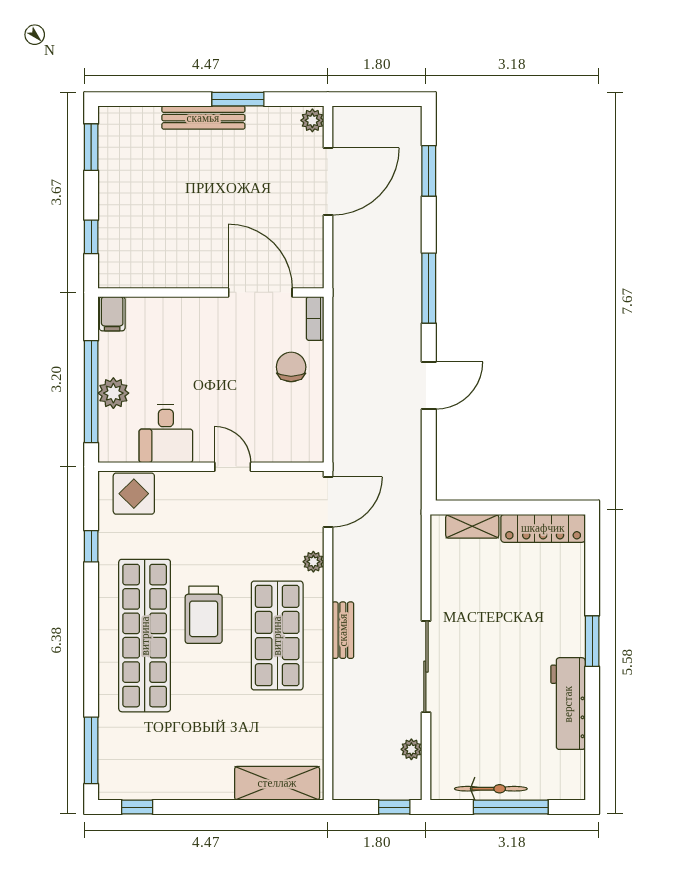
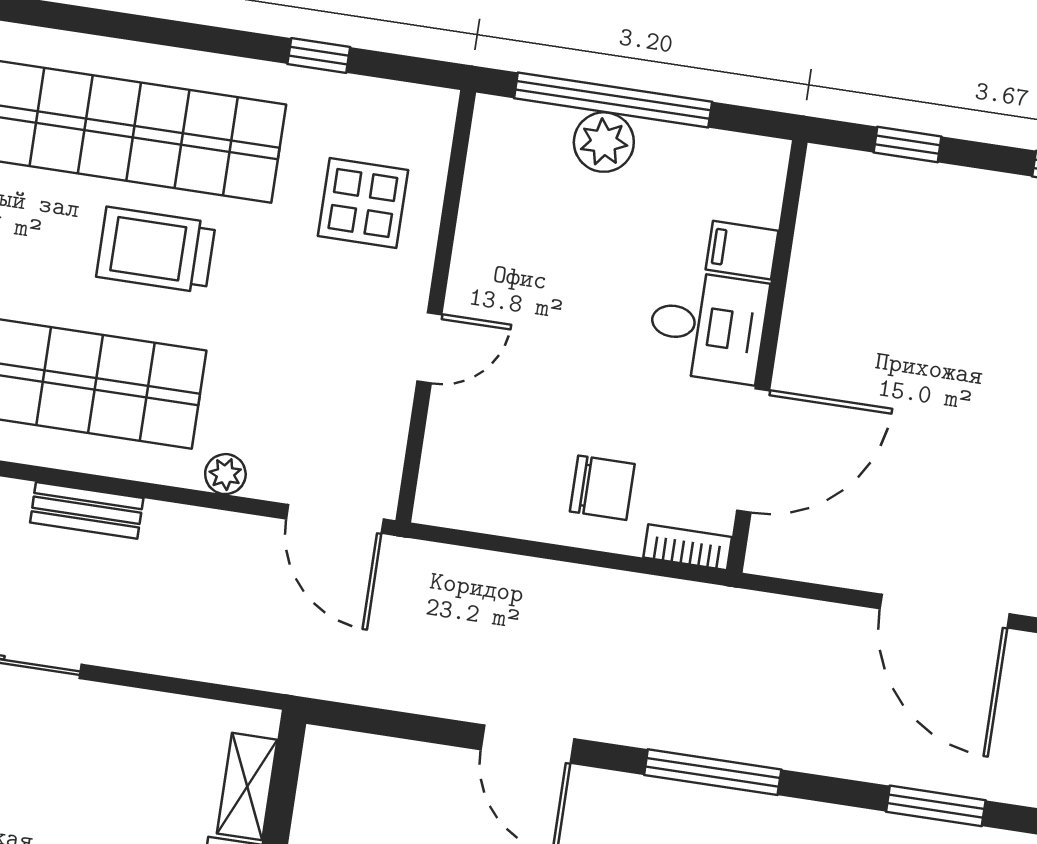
filing cabinet: (112, 314) -> (742, 250), moved
desk: (166, 434) -> (708, 326), moved, turned 180
display table: (134, 494) -> (363, 203), moved

